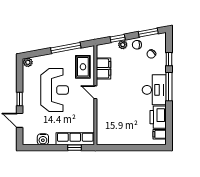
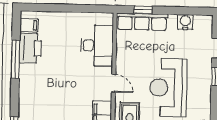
window: (169, 87) -> (16, 59), moved
desk: (154, 90) -> (97, 45), moved, turned 180

